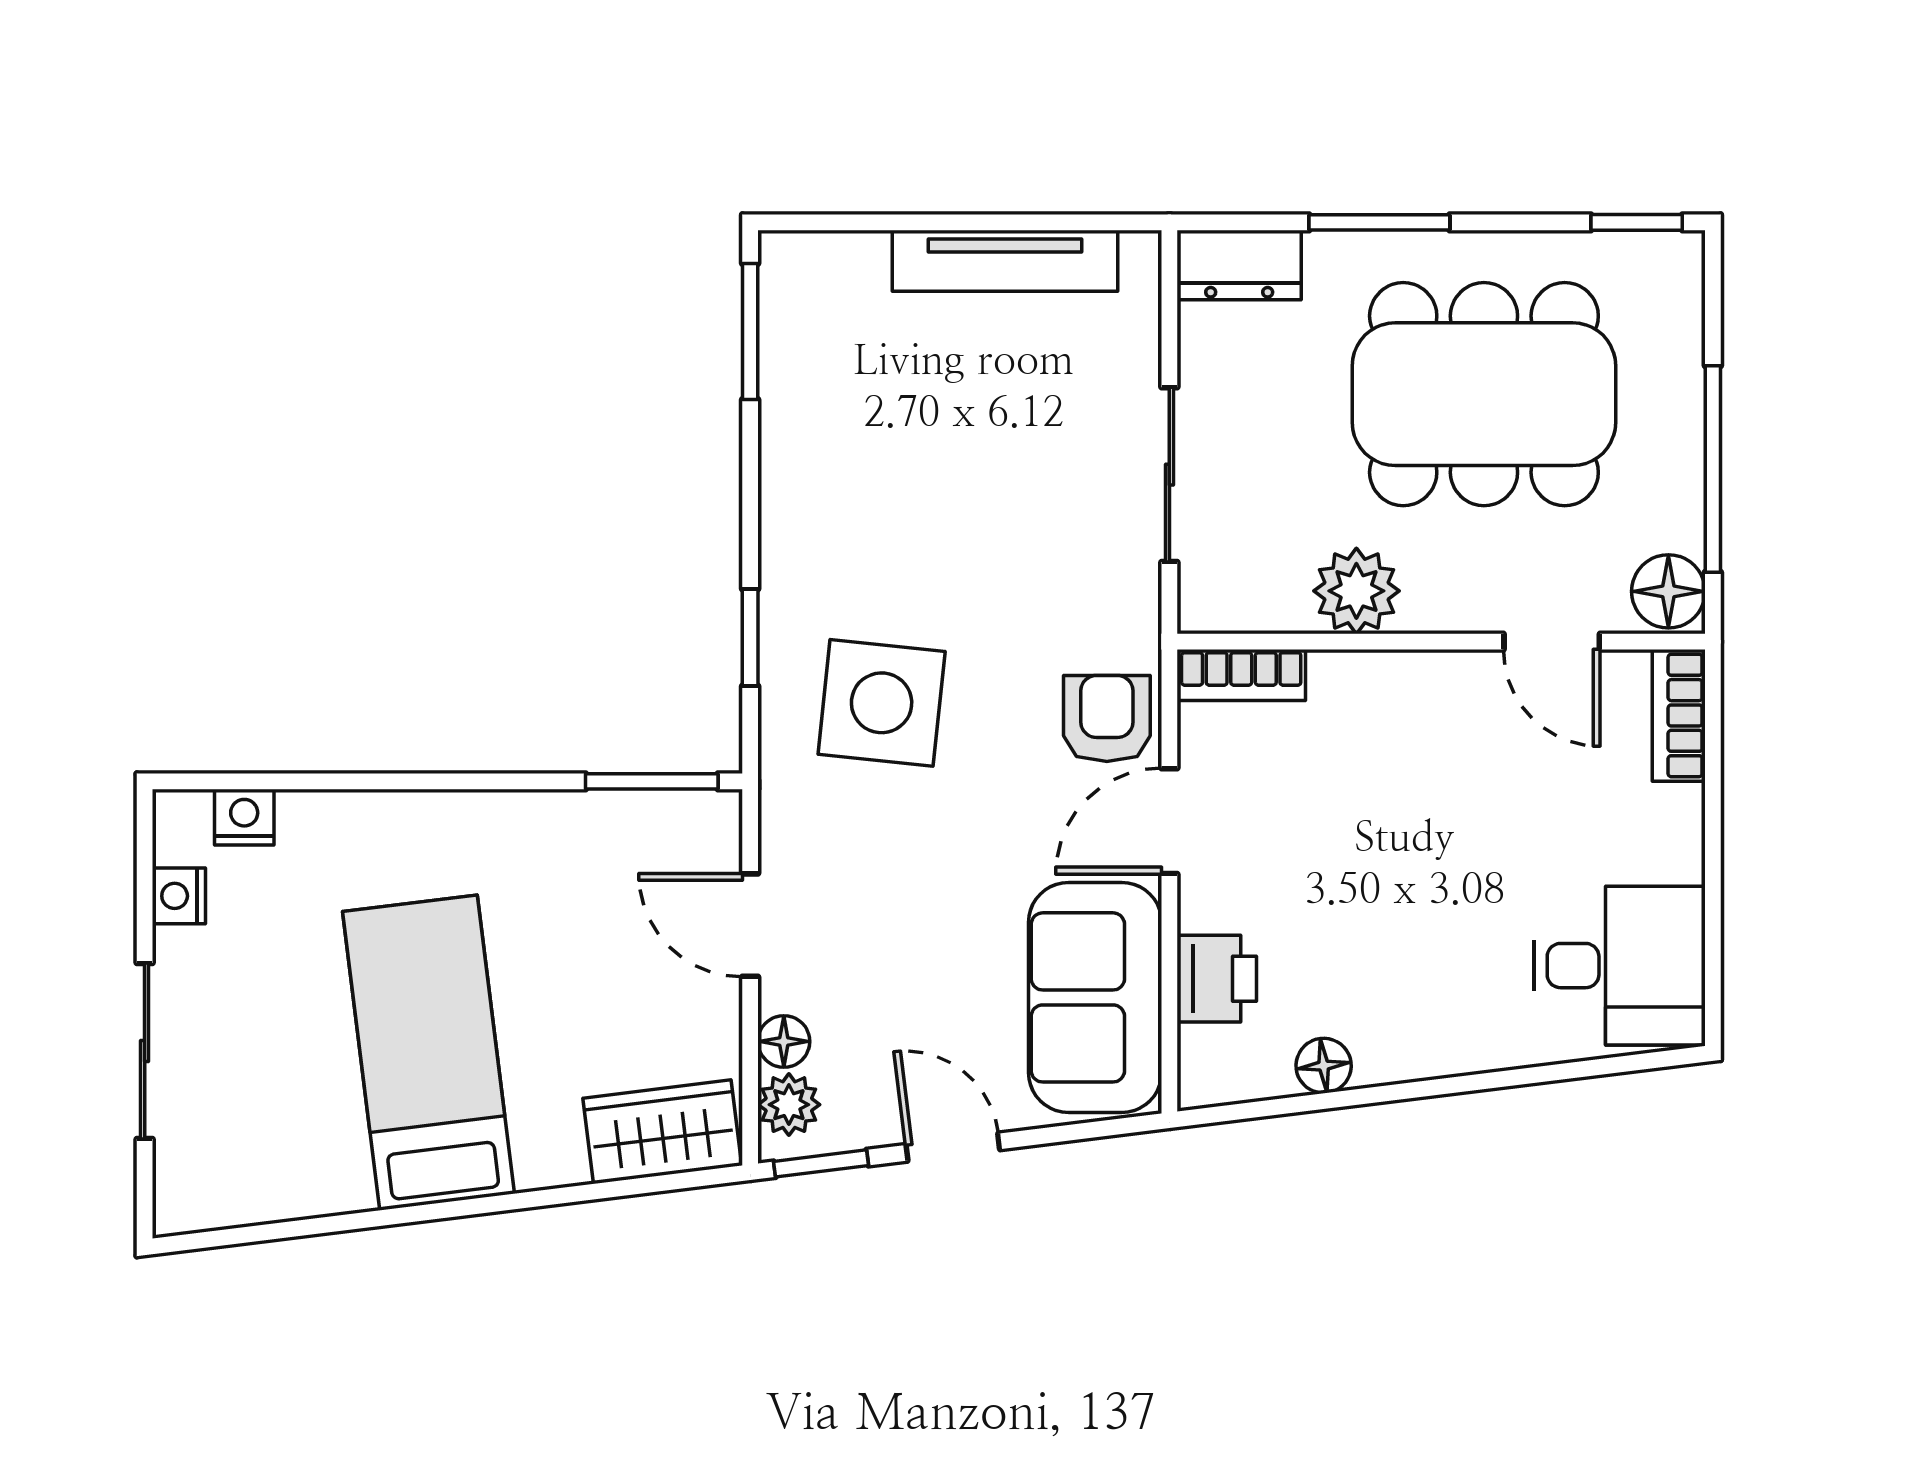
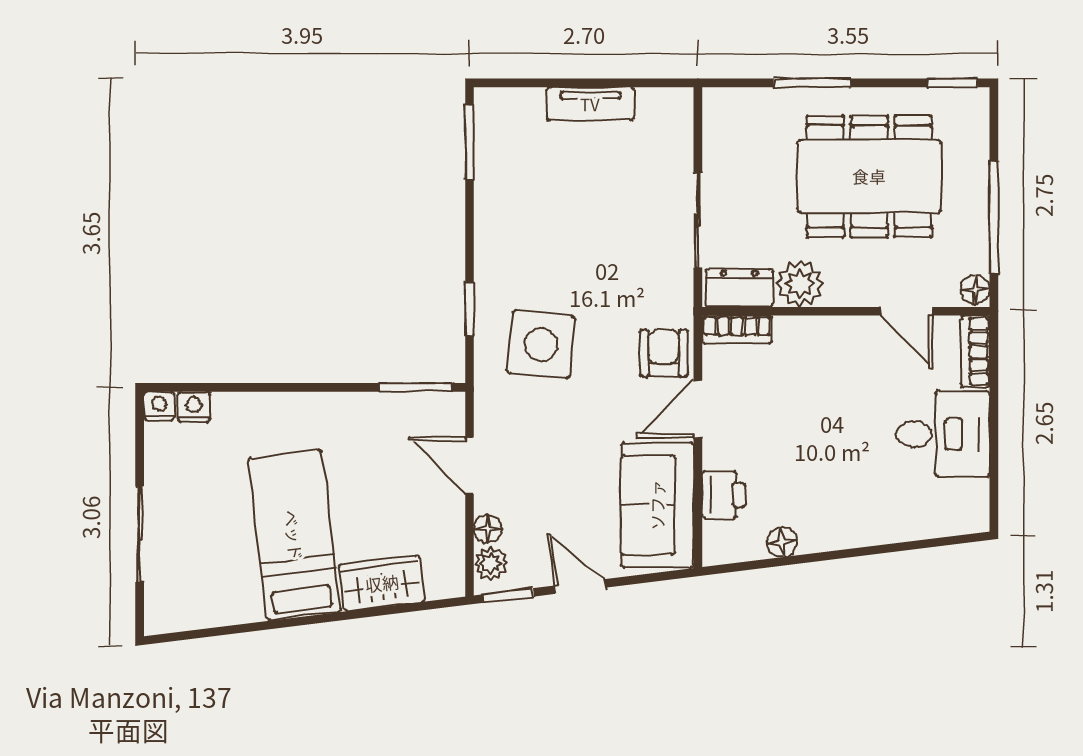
tv unit: (1005, 261) -> (590, 104), width x0.71
dresser: (1239, 265) -> (739, 288), moved, turned 180
floor lamp: (1668, 591) -> (975, 289), width x0.73, depth x0.73
nightstand: (179, 896) -> (159, 406), moved, turned 90
desk: (1619, 966) -> (943, 434), moved
wardrobe: (662, 1132) -> (382, 583), moved

